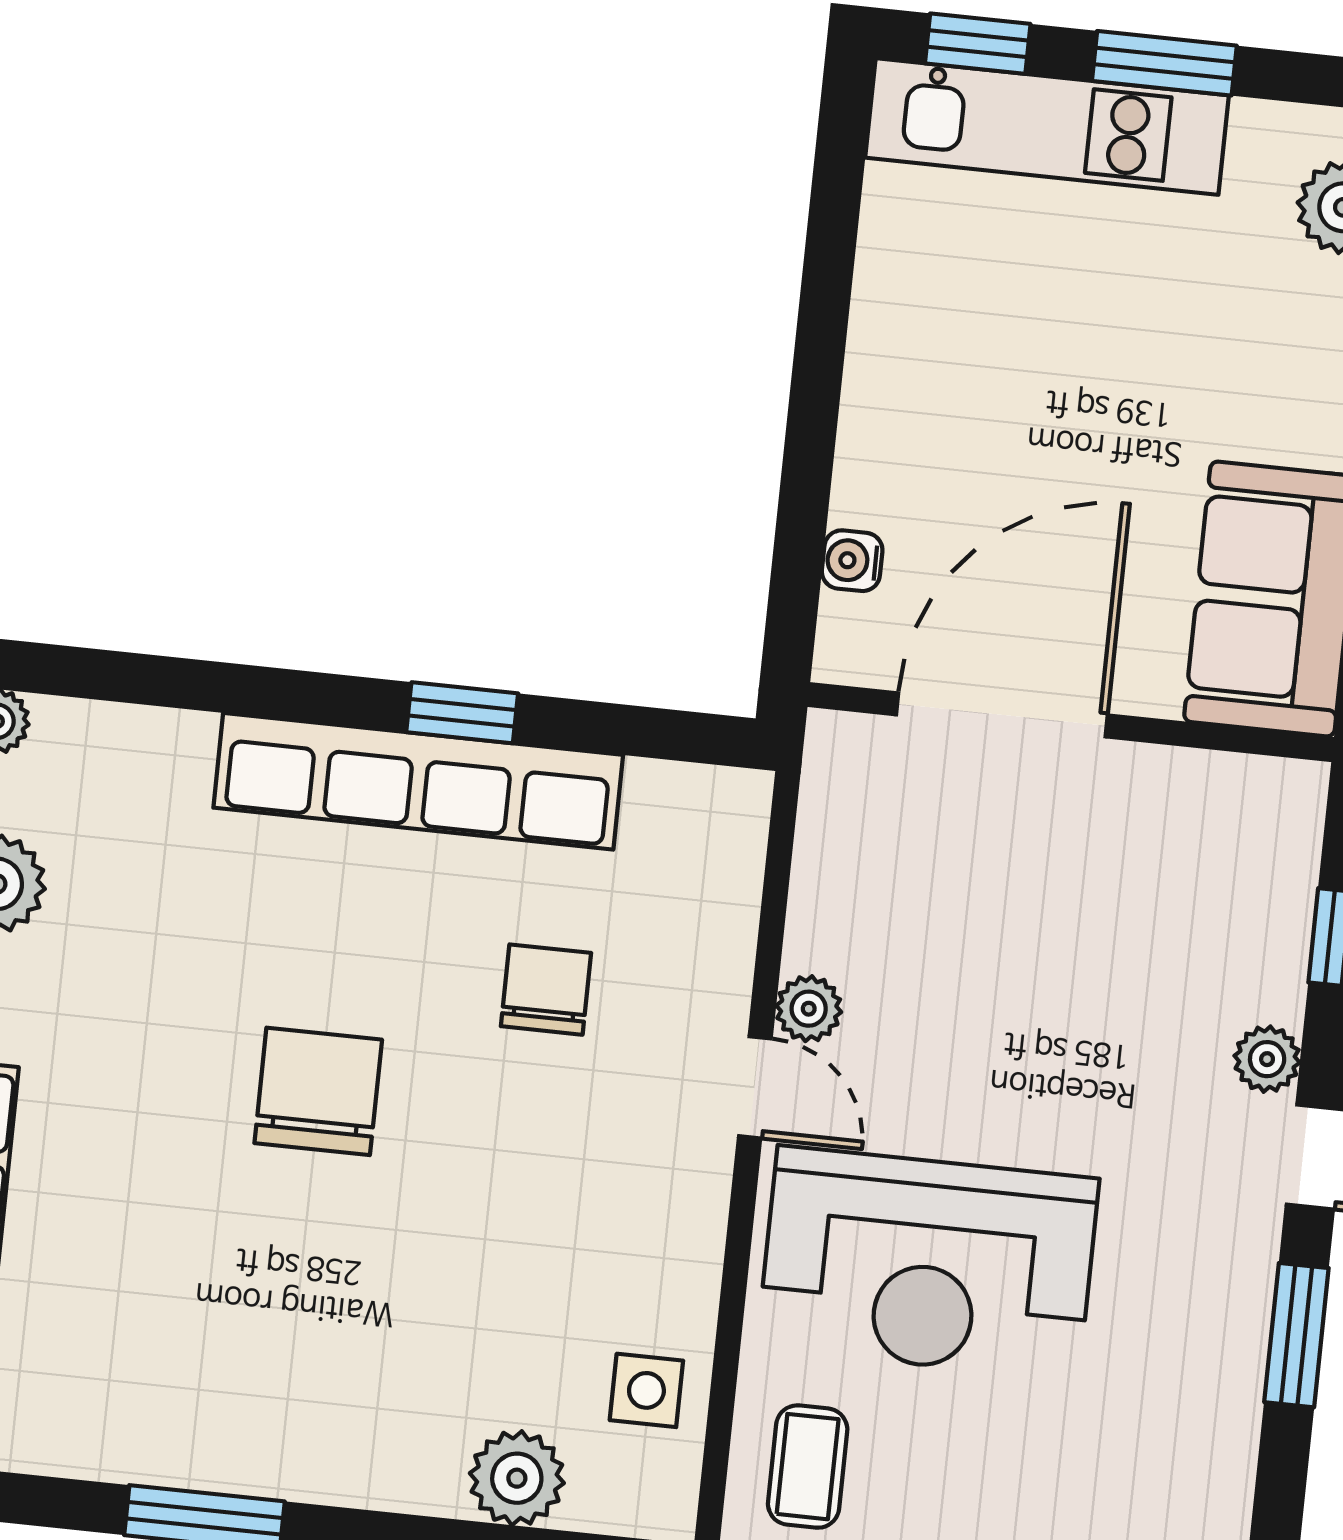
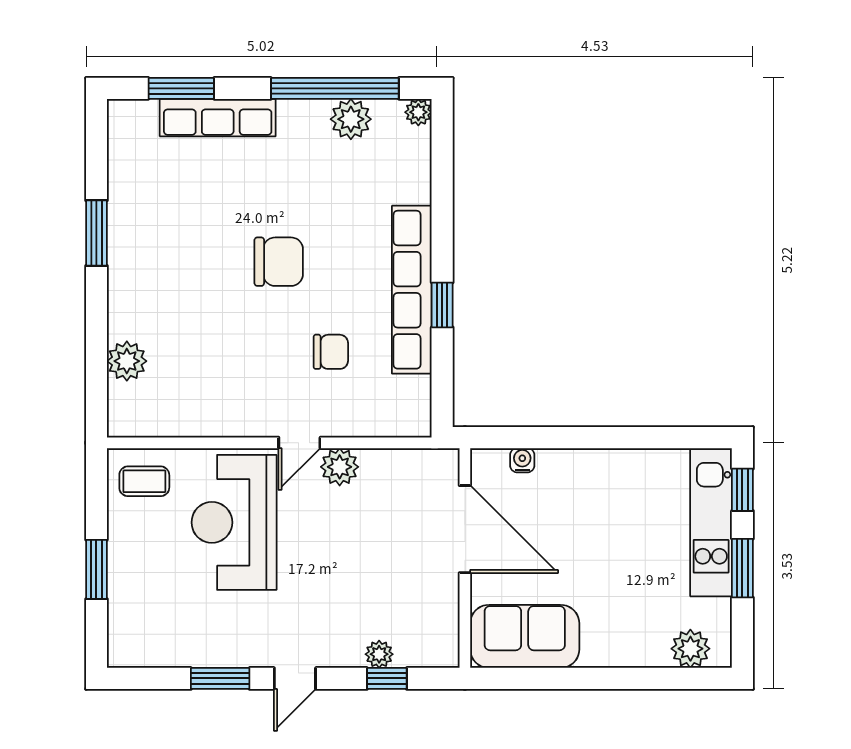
plant: (809, 1009) -> (340, 467), width x1.38, depth x1.38
plant: (1267, 1059) -> (379, 654), moved
side table: (646, 1390) -> (169, 411), removed

